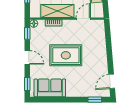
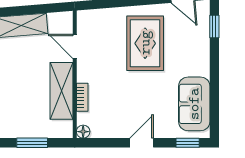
window: (27, 33) -> (100, 143), removed
rug: (66, 55) -> (145, 43), moved

